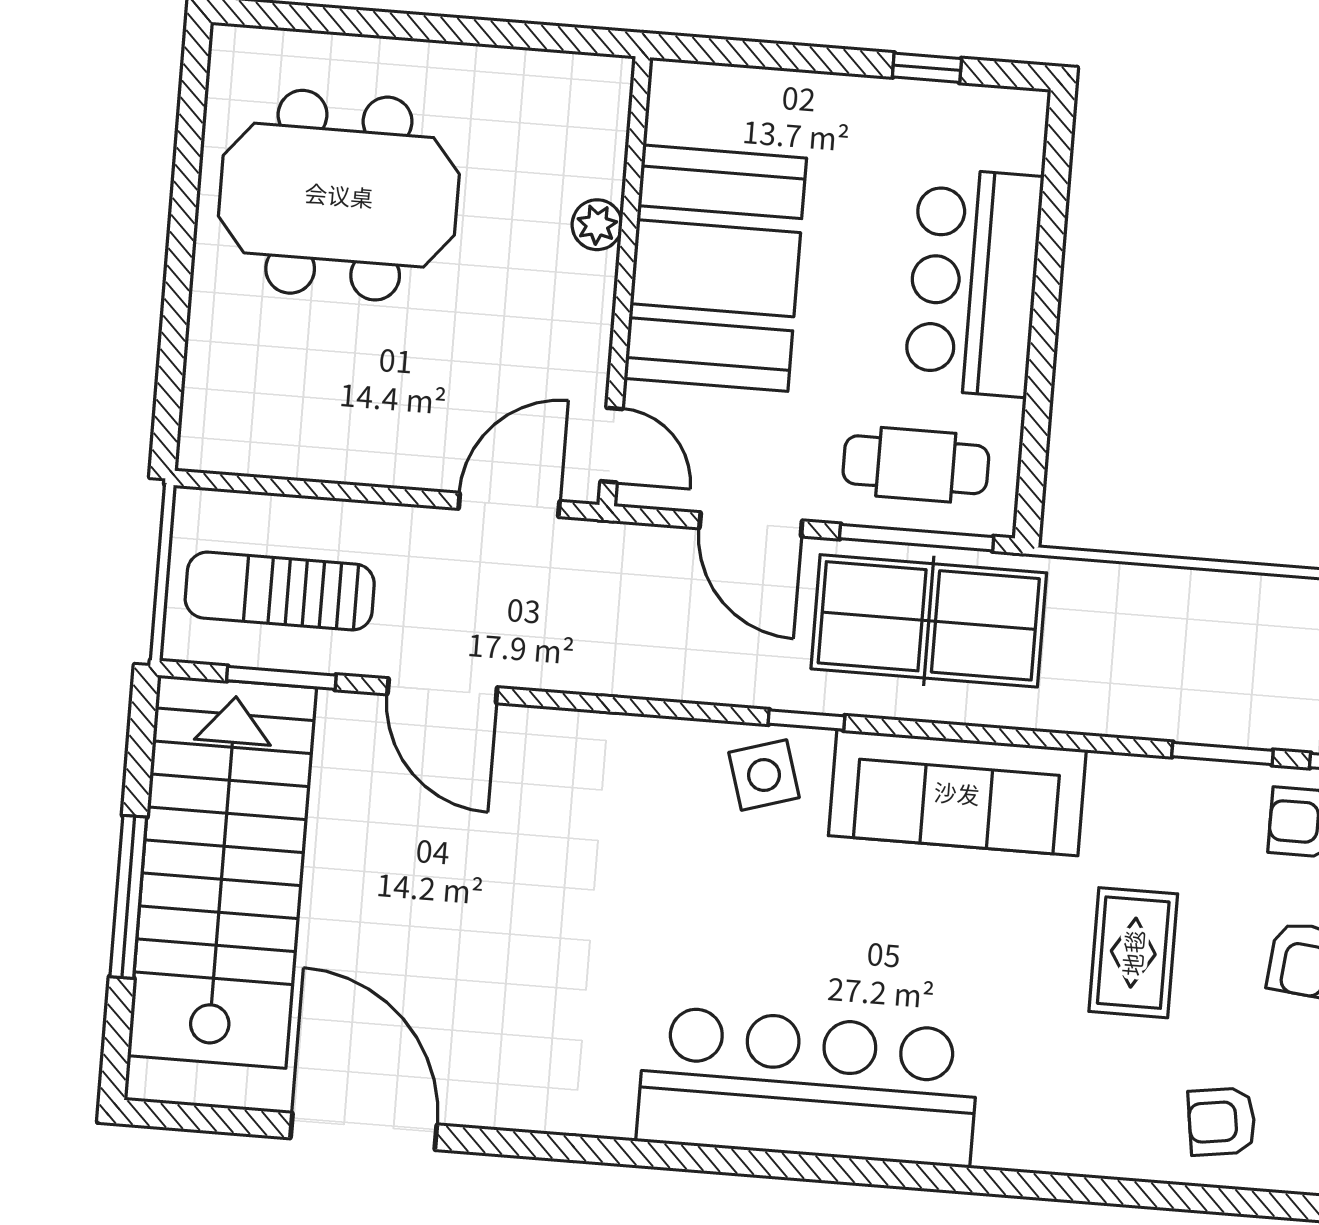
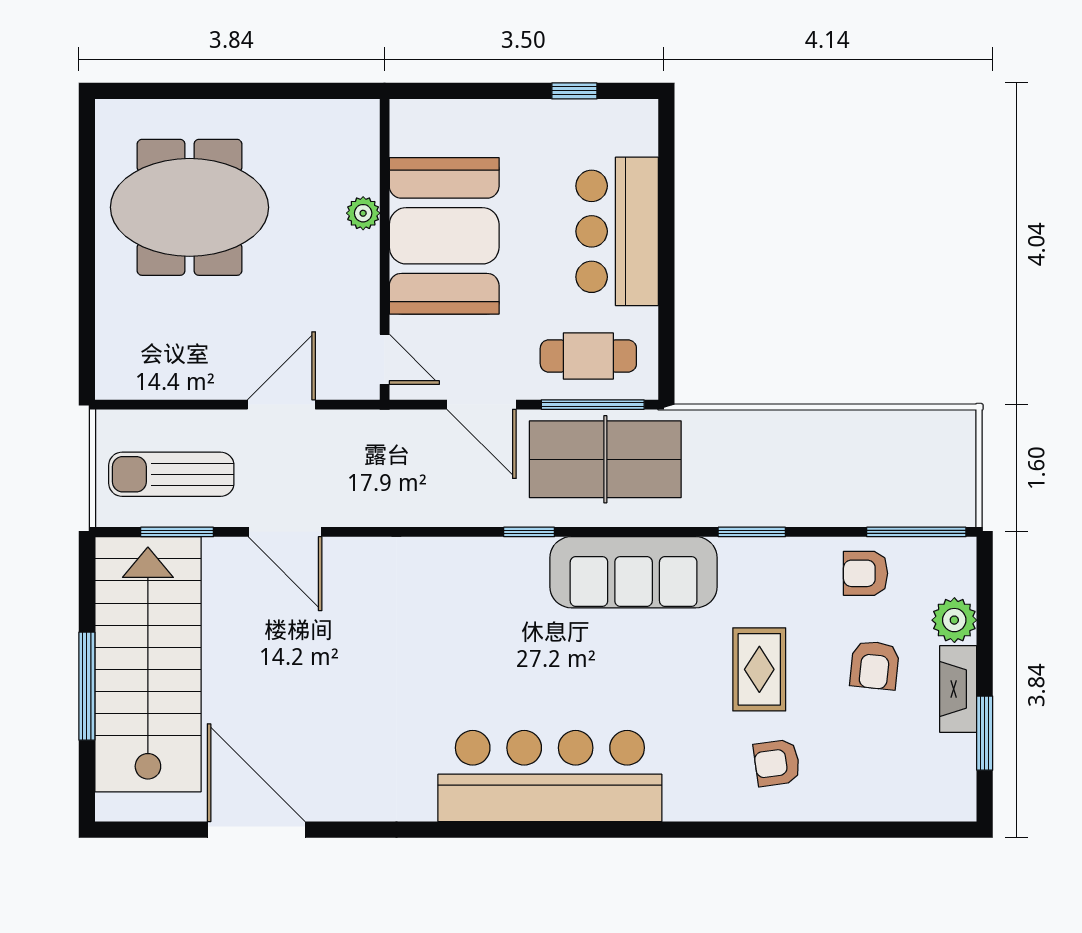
door: (509, 505) -> (281, 405), moved
window: (1222, 753) -> (752, 532), moved
side table: (764, 775) -> (504, 571), removed
armchair: (1222, 1122) -> (777, 763), moved

